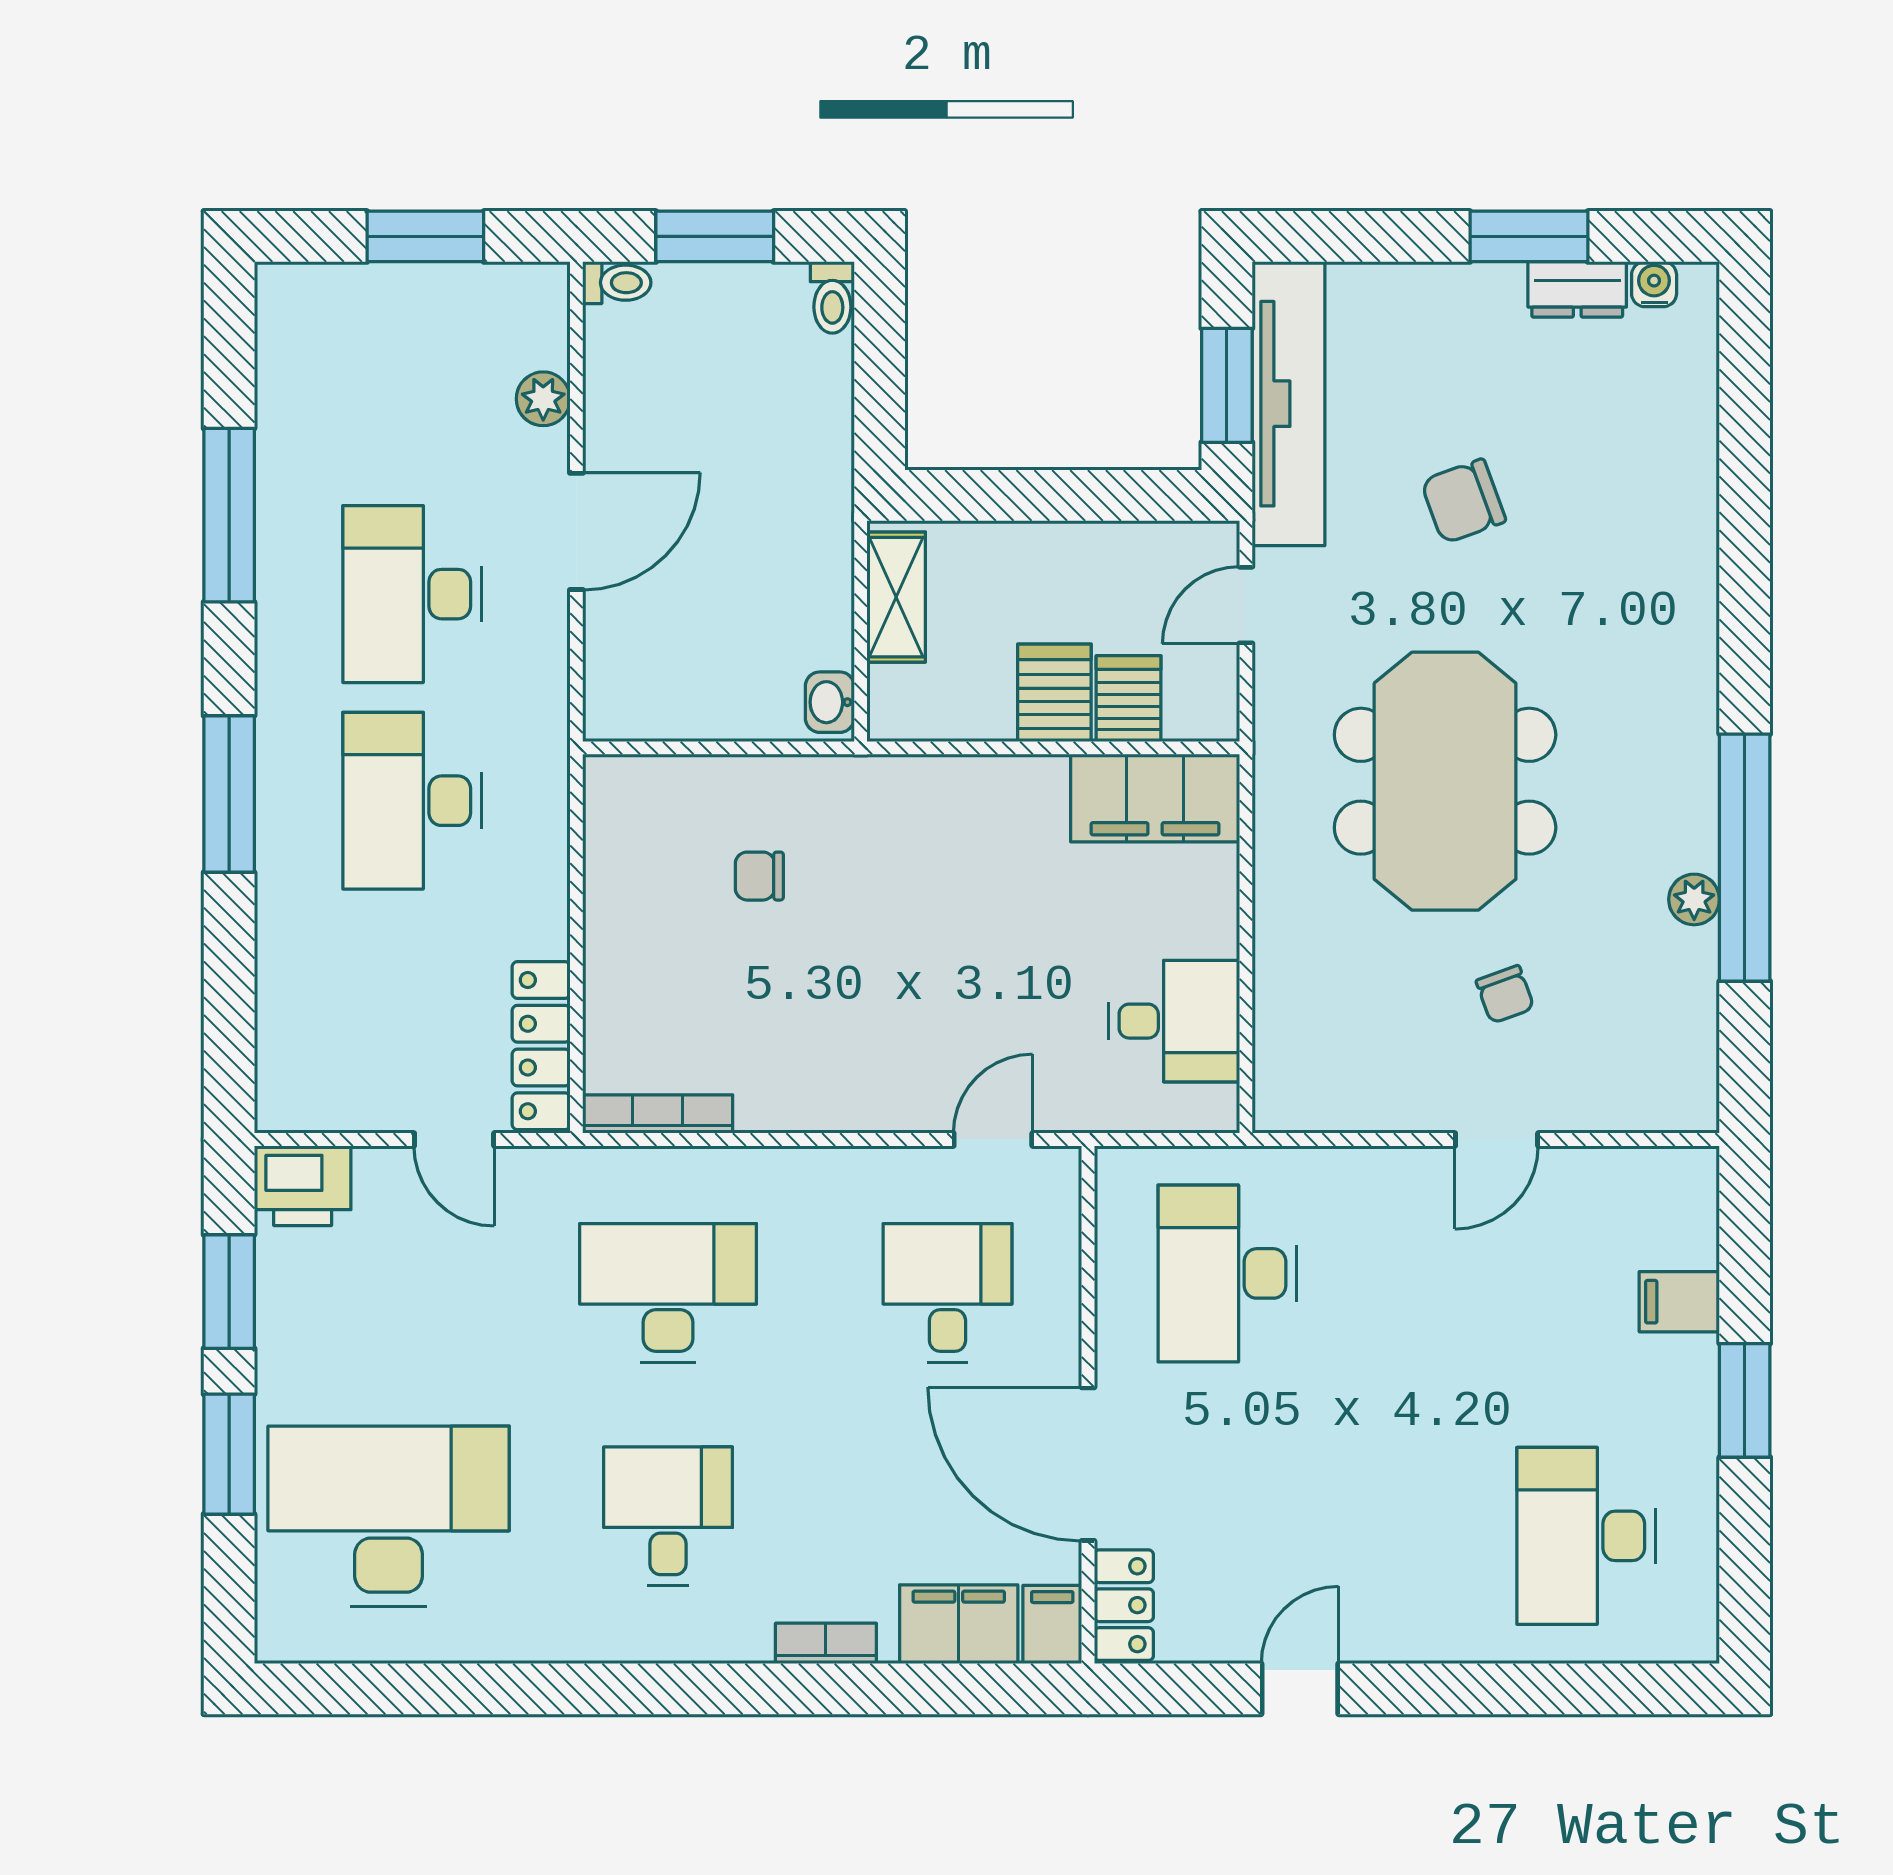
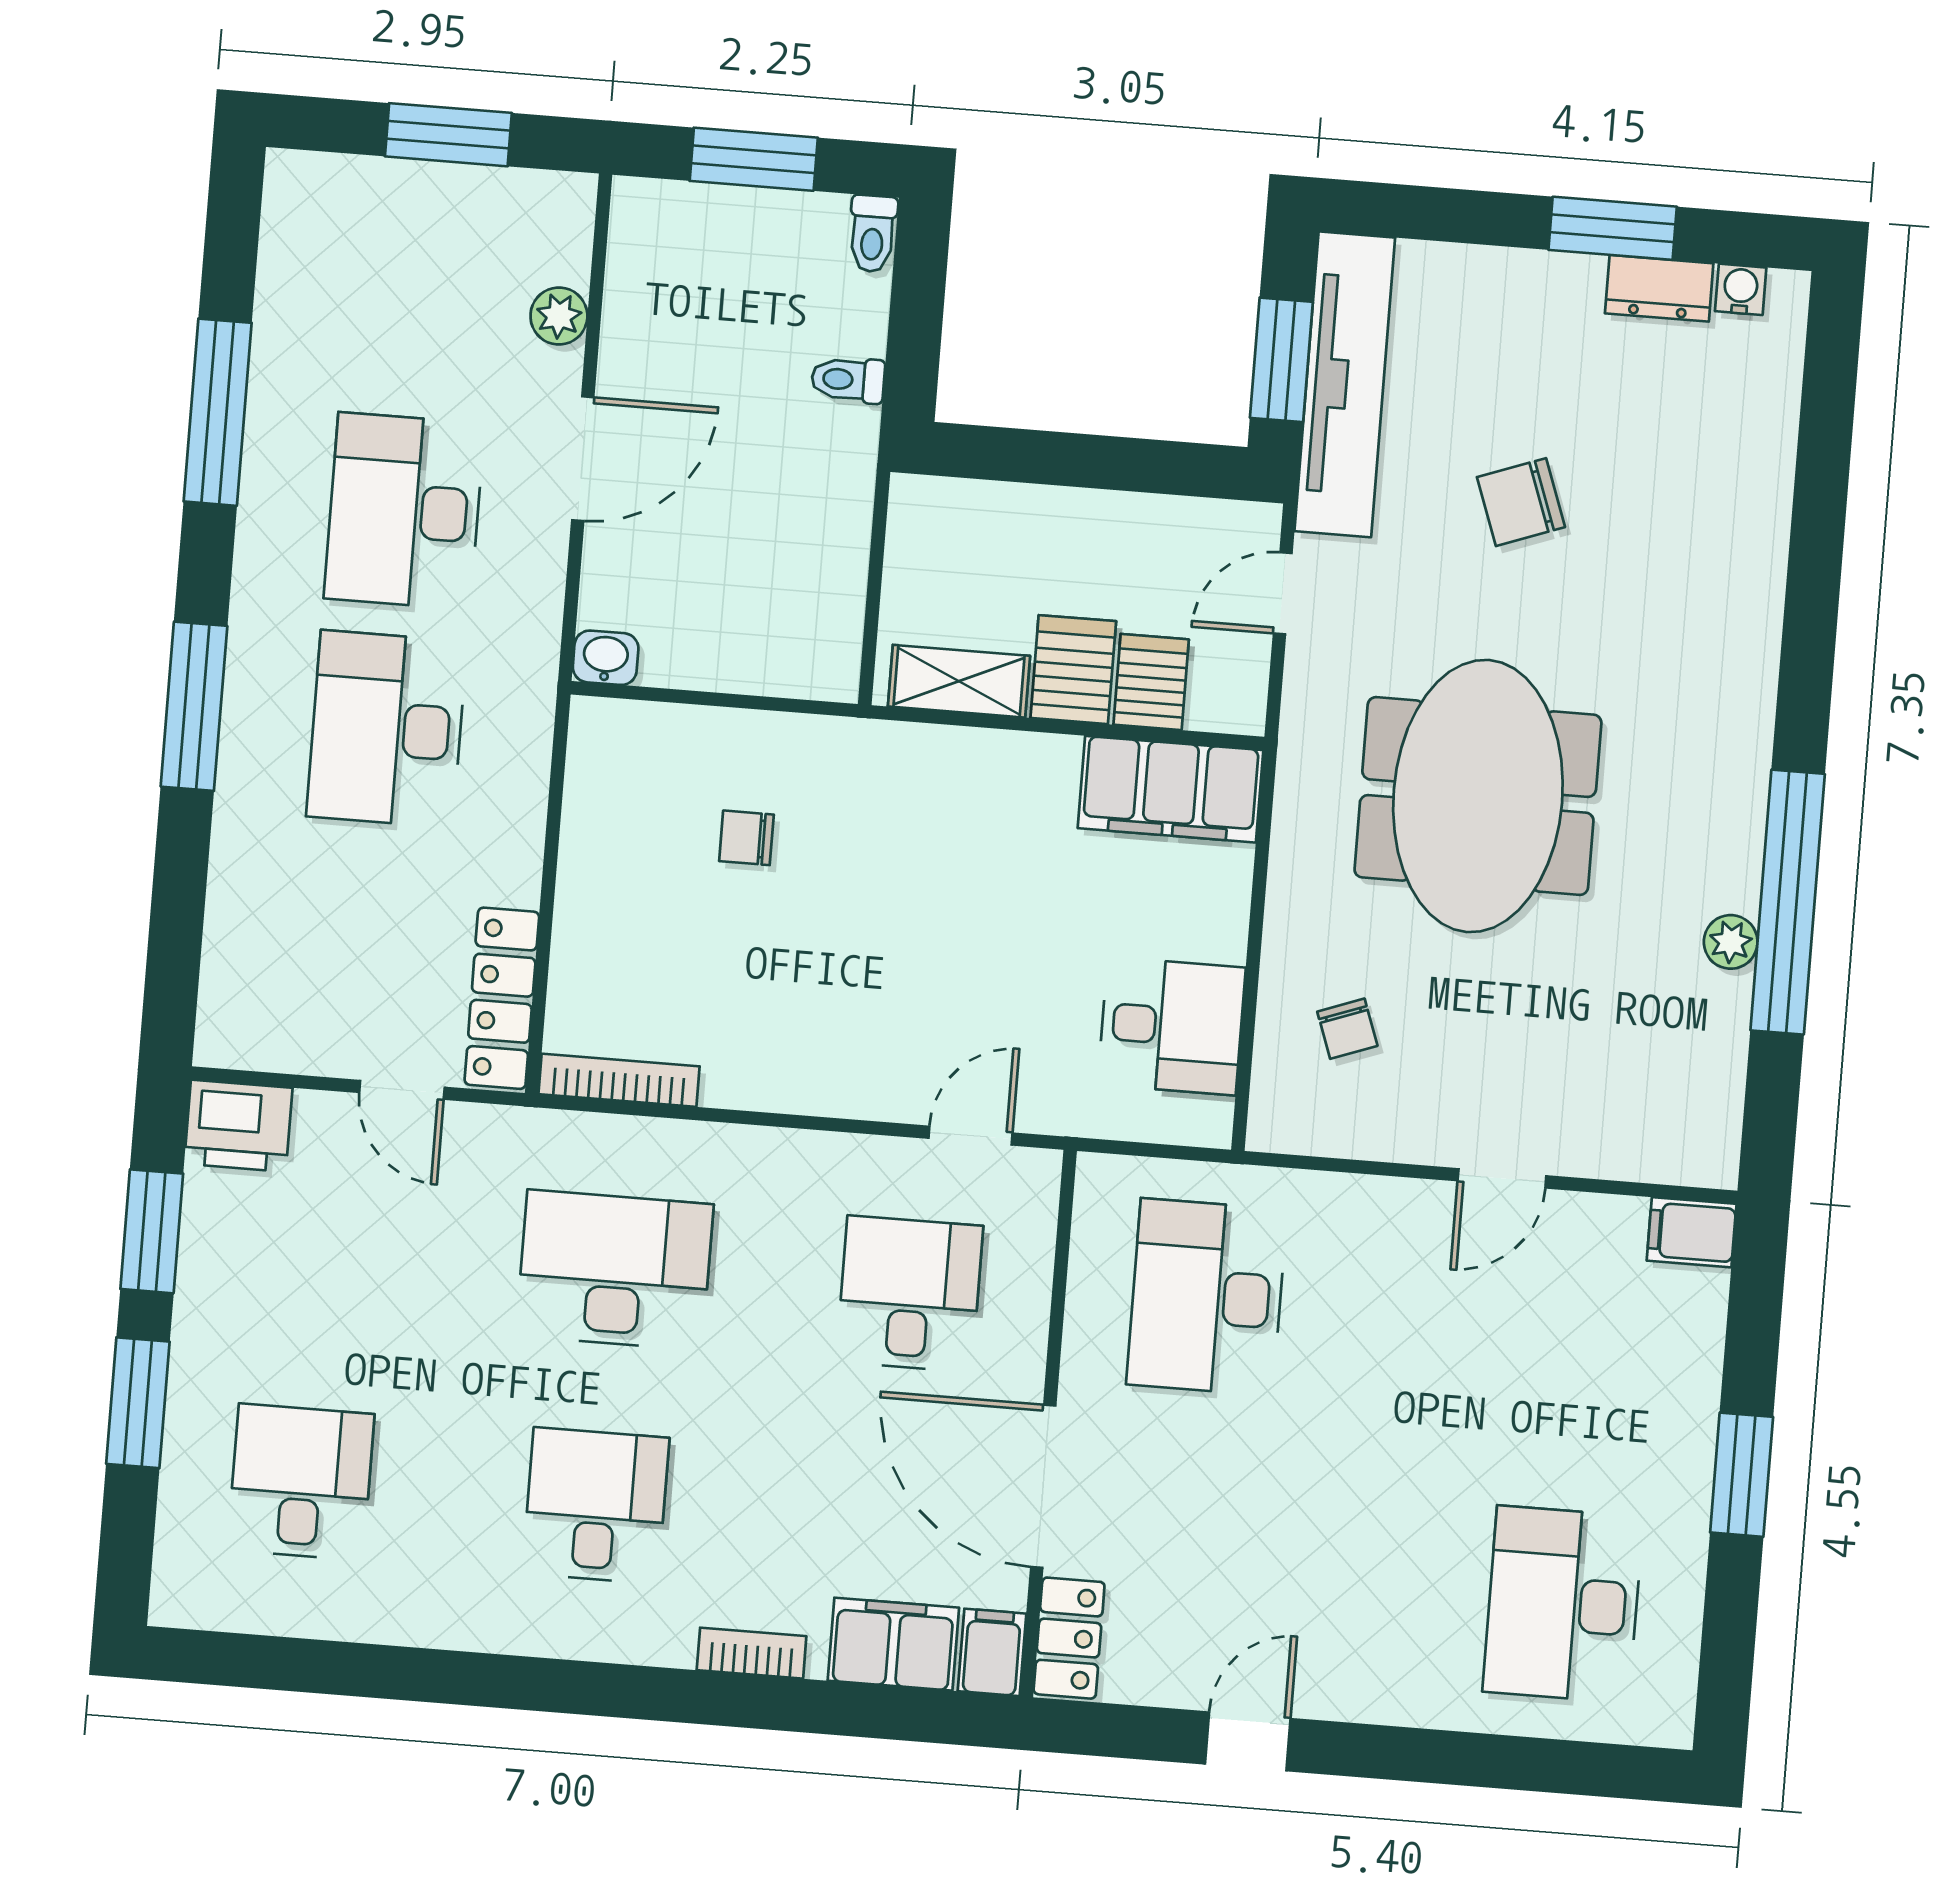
toilet: (617, 283) -> (848, 380), moved, turned 180
shelving: (896, 597) -> (959, 681), moved, turned 90
washbasin: (830, 702) -> (606, 658), moved, turned 90
chair: (1505, 994) -> (1347, 1029), moved
filing cabinet: (1679, 1302) -> (1692, 1232), moved
desk: (389, 1516) -> (301, 1482), width x0.53, depth x0.77

